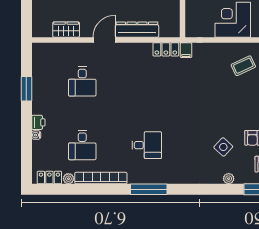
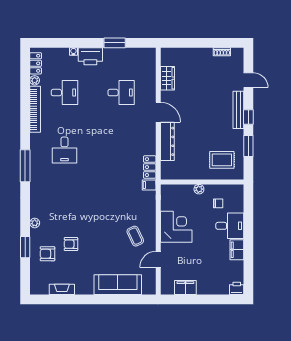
desk: (82, 81) -> (121, 93), turned 180
printer: (38, 122) -> (90, 56), width x1.87, depth x1.48
desk: (82, 145) -> (64, 93), turned 180
side table: (223, 147) -> (63, 218), removed
window: (149, 189) -> (25, 166), moved

